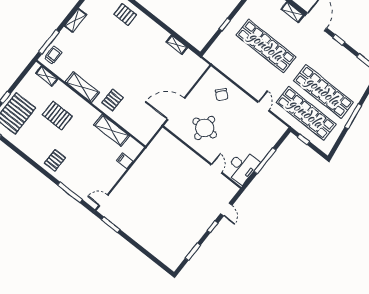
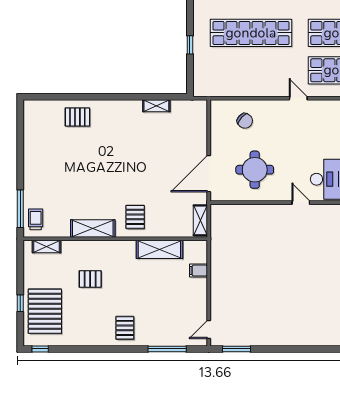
shelving: (75, 20) -> (200, 220), moved
pallet: (57, 116) -> (90, 279), width x0.67, depth x0.71

